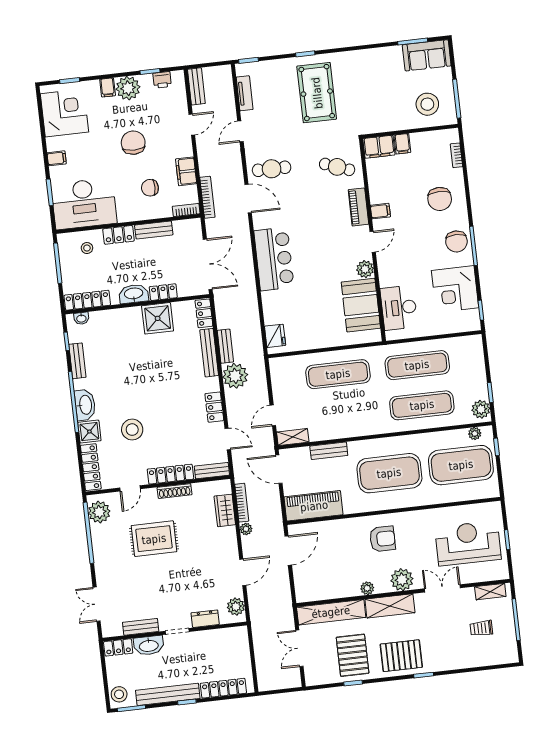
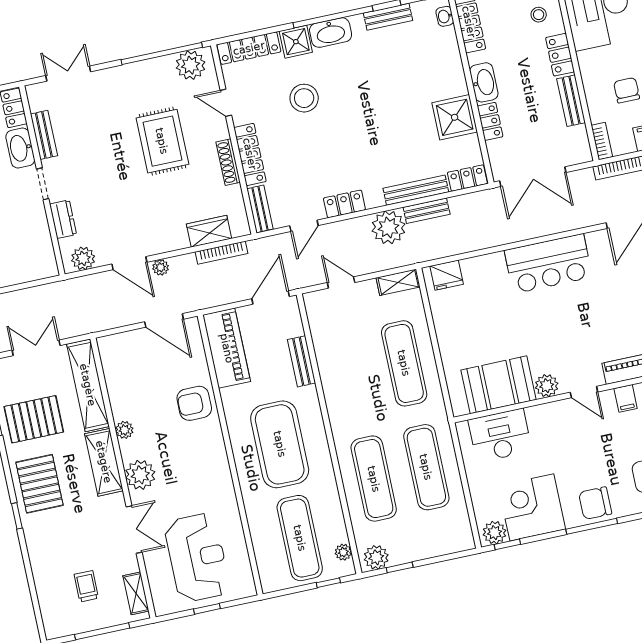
plant: (471, 319) -> (494, 533), added
shelving: (293, 437) -> (398, 282), moved, turned 90
exercise mat: (461, 465) -> (300, 538), width x0.68
plant: (246, 529) -> (161, 267), moved
armchair: (382, 539) -> (194, 403), moved, turned 90

